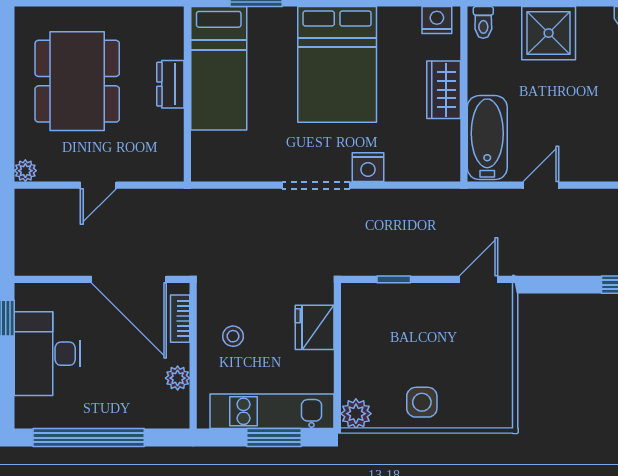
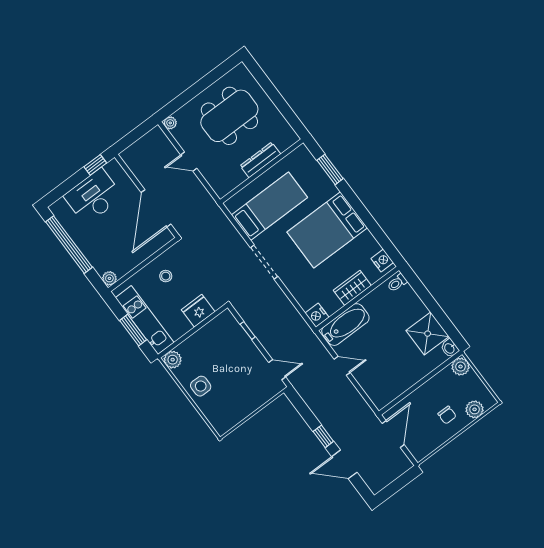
shower: (549, 33) -> (428, 334), moved
bed: (219, 68) -> (269, 206), moved, turned 180
dresser: (170, 84) -> (260, 160), width x1.44
nightstand: (368, 167) -> (317, 315), moved
bookcase: (180, 319) -> (156, 246), removed
plant: (178, 378) -> (109, 278), moved

